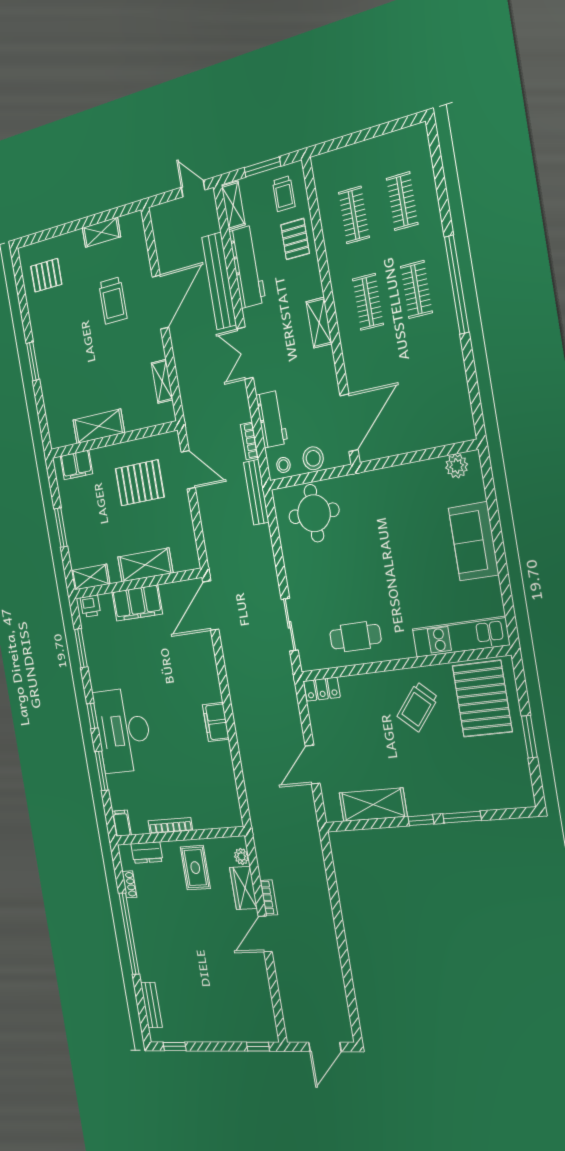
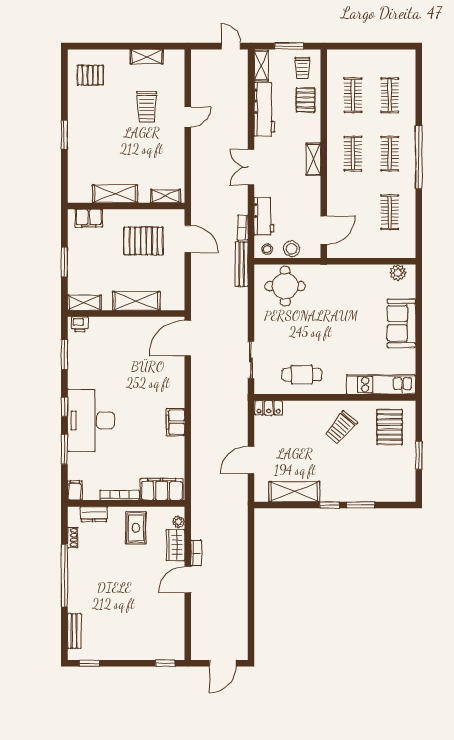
bench: (219, 281) -> (240, 114), removed
door: (160, 302) -> (188, 117), width x0.53
clothes rail: (431, 378) -> (390, 212), added
shelving: (162, 381) -> (166, 196), moved, turned 90
door: (349, 423) -> (324, 230), width x0.73
filing cabinet: (137, 603) -> (162, 489), moved, turned 180
pallet: (482, 699) -> (389, 427), width x0.73, depth x0.71

